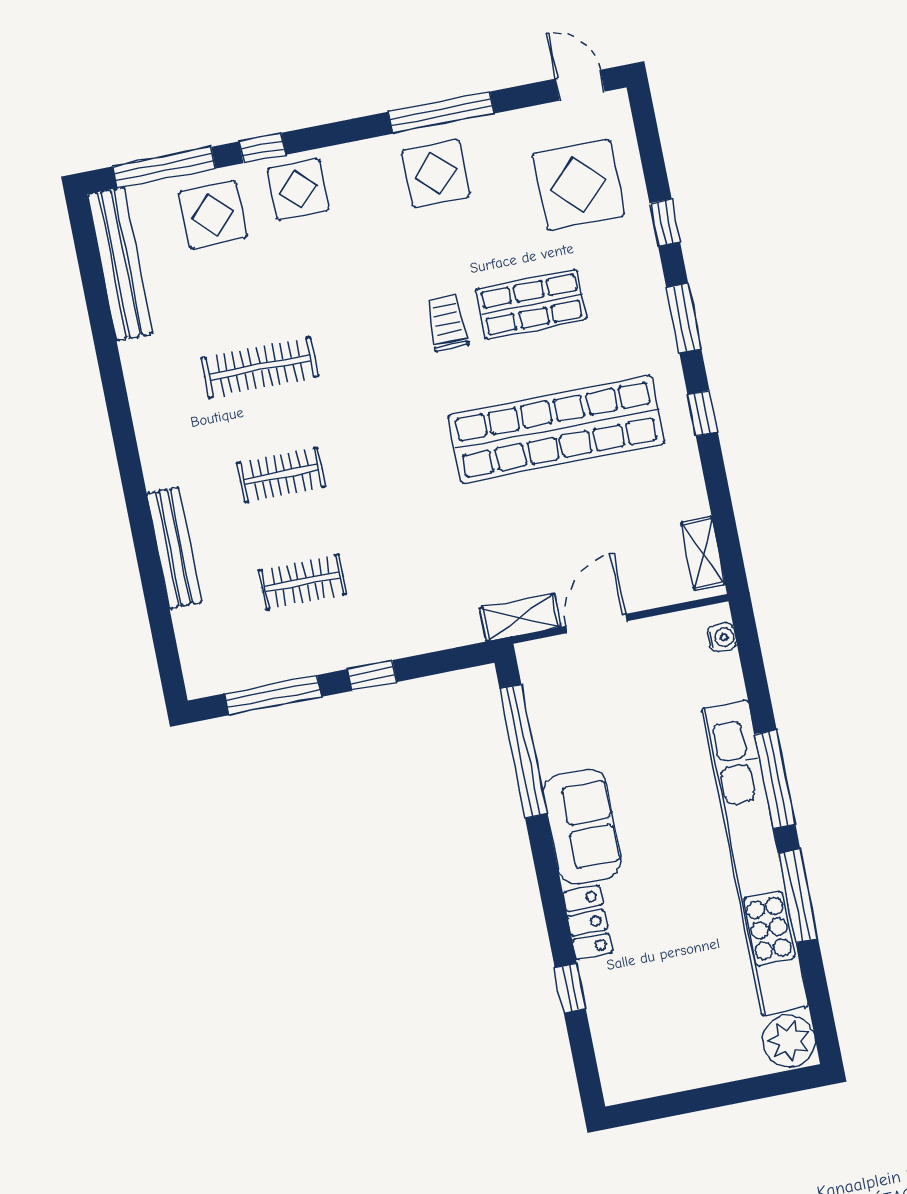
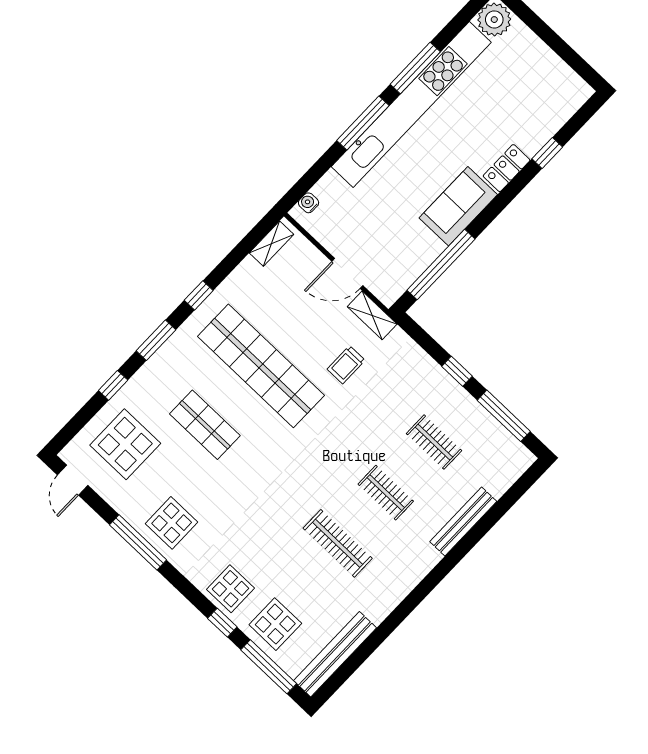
trolley: (447, 323) -> (346, 365), moved

